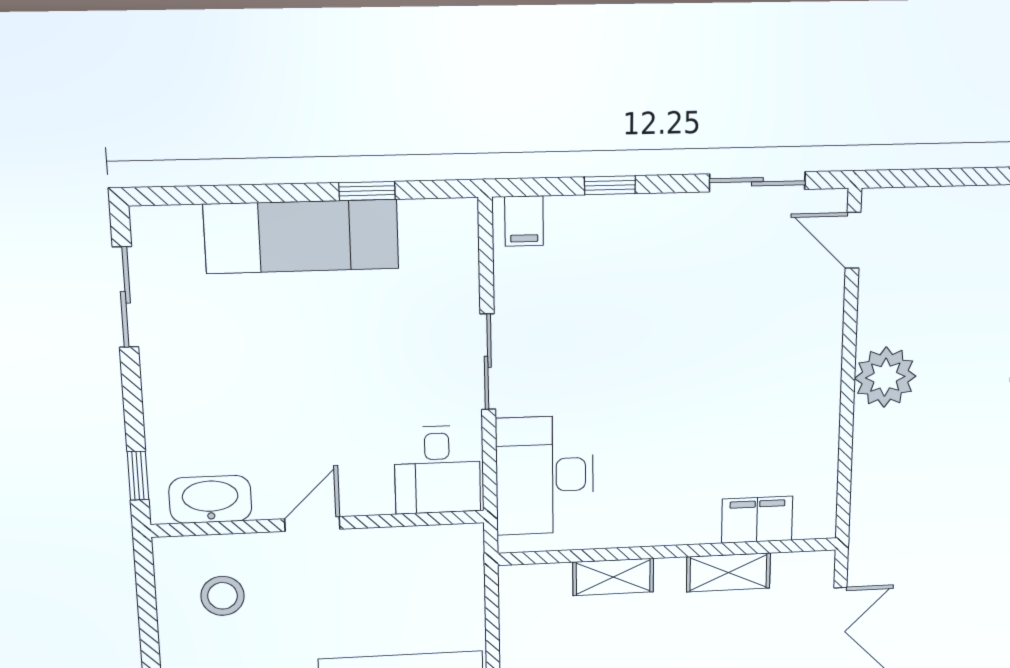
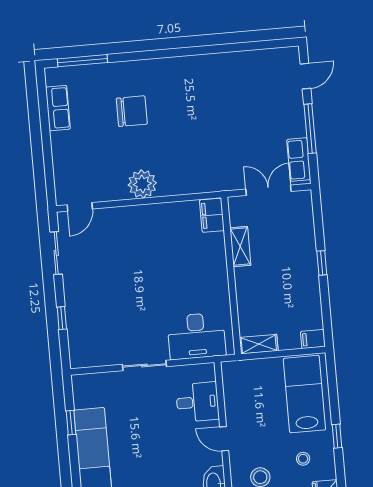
filing cabinet: (524, 221) -> (80, 354), removed
desk: (437, 470) -> (197, 402), moved
filing cabinet: (757, 520) -> (212, 215), moved
shelving: (613, 577) -> (259, 344), moved, turned 90

